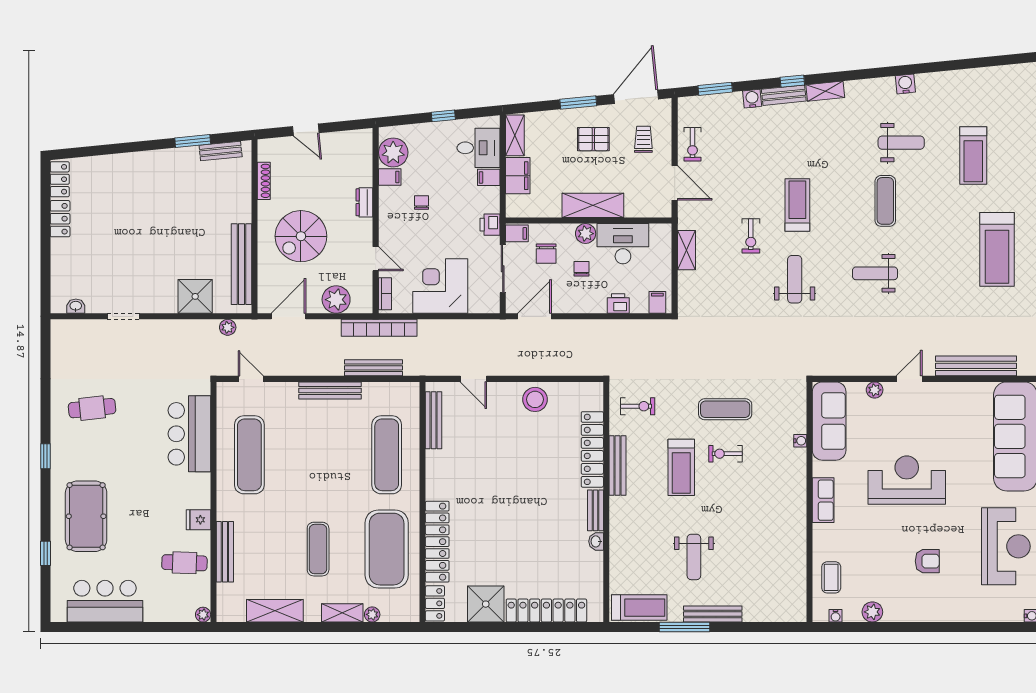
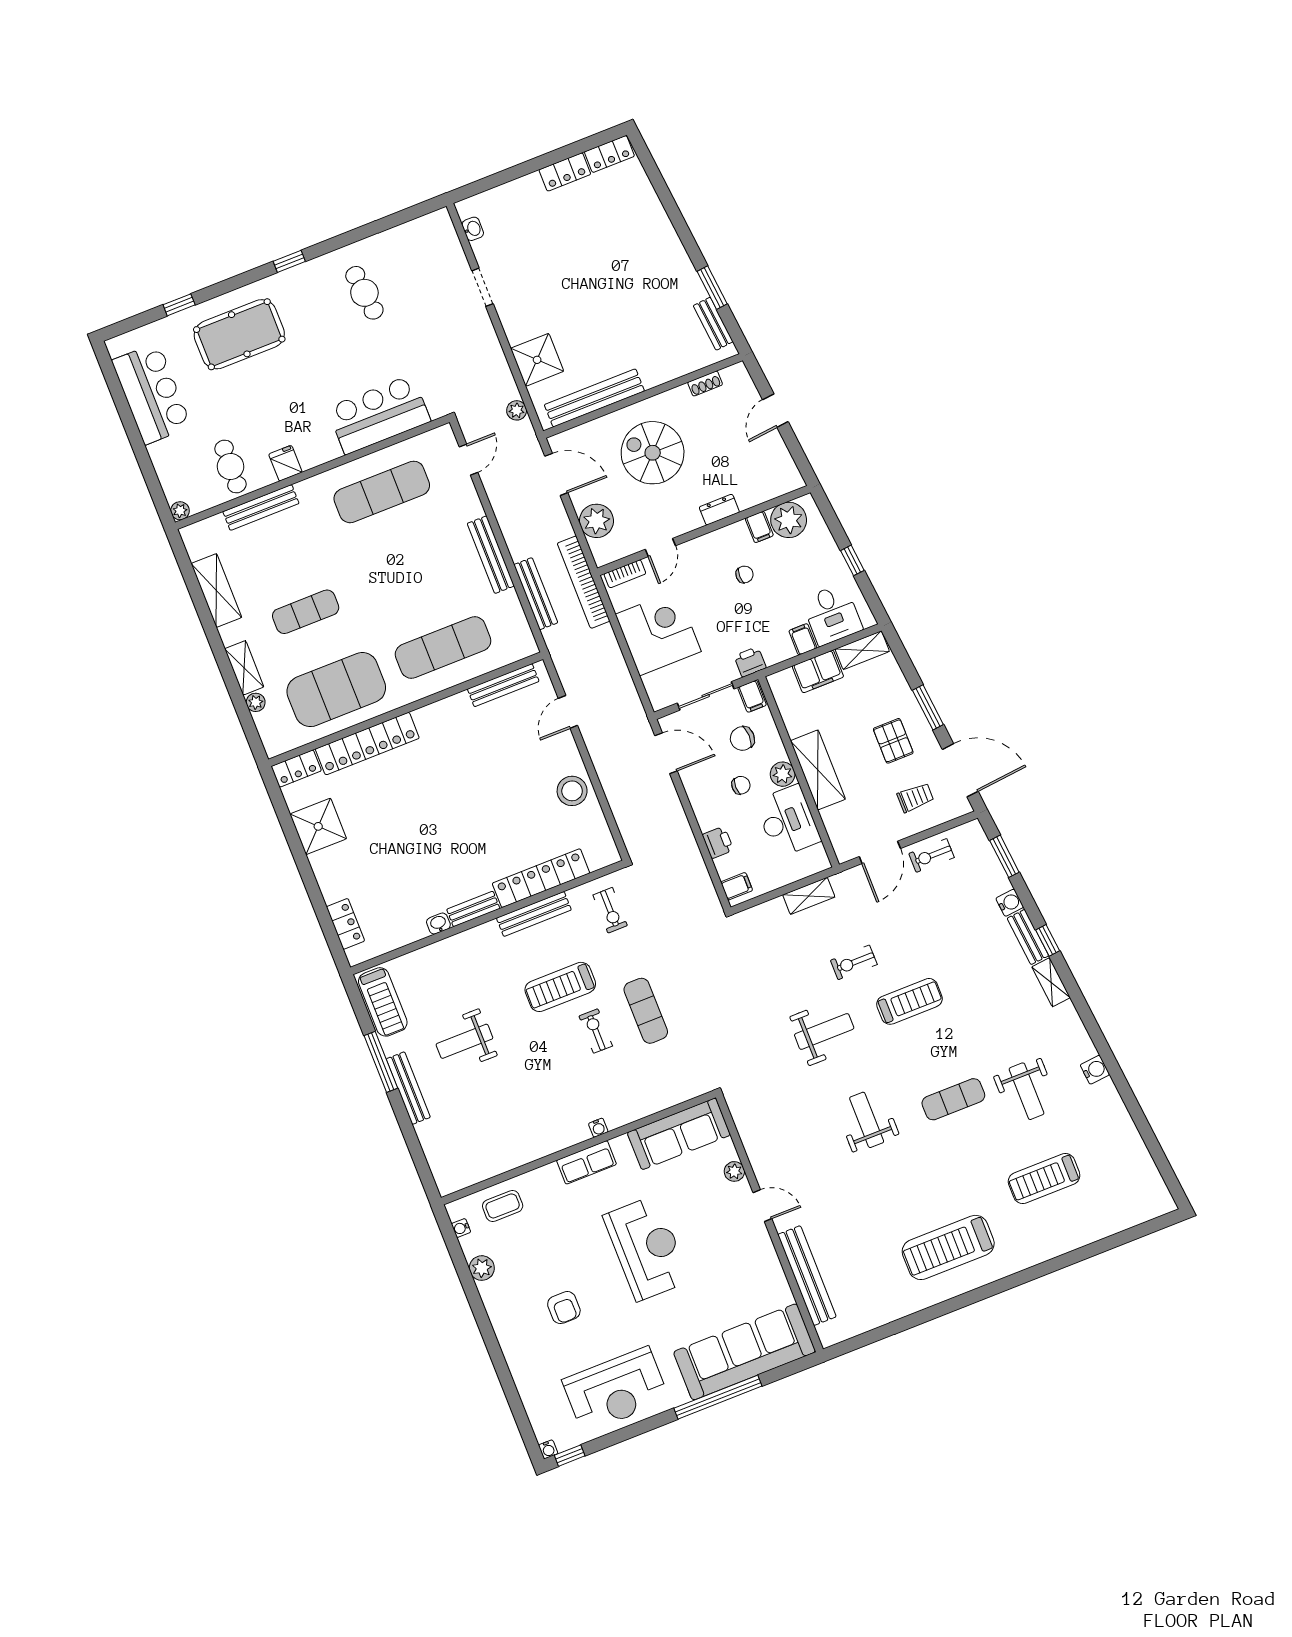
shoe rack: (264, 181) -> (705, 383), width x0.70
water cooler: (800, 441) -> (598, 1128), moved
locker: (546, 611) -> (345, 924), width x0.46, depth x0.83

